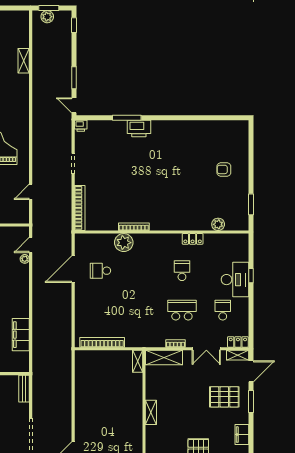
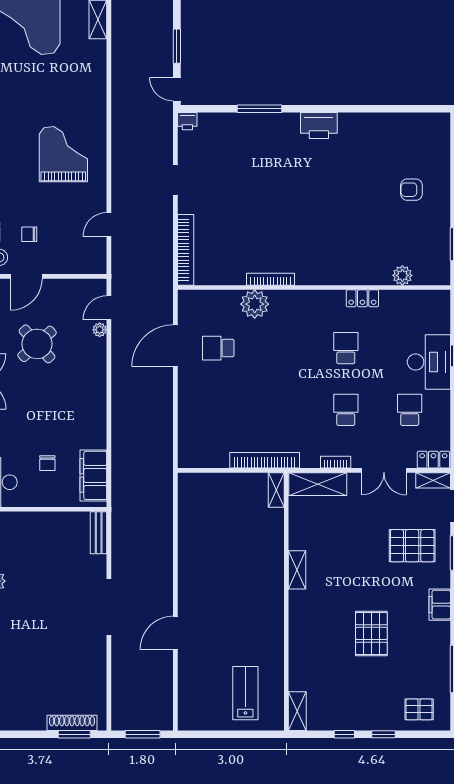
printer: (139, 129) -> (319, 125), moved
school desk: (182, 310) -> (346, 410), width x0.54
filing cabinet: (21, 335) -> (93, 475), moved
bookcase: (102, 342) -> (265, 460), moved

